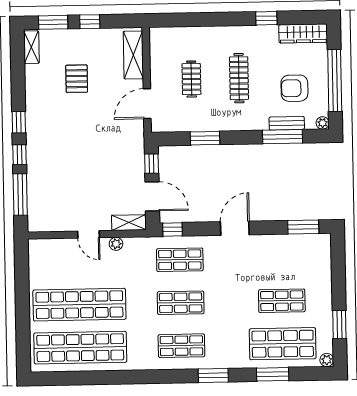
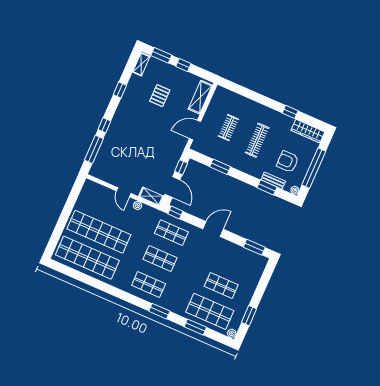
window: (19, 122) -> (120, 90), moved
window: (283, 137) -> (267, 187), width x0.69

